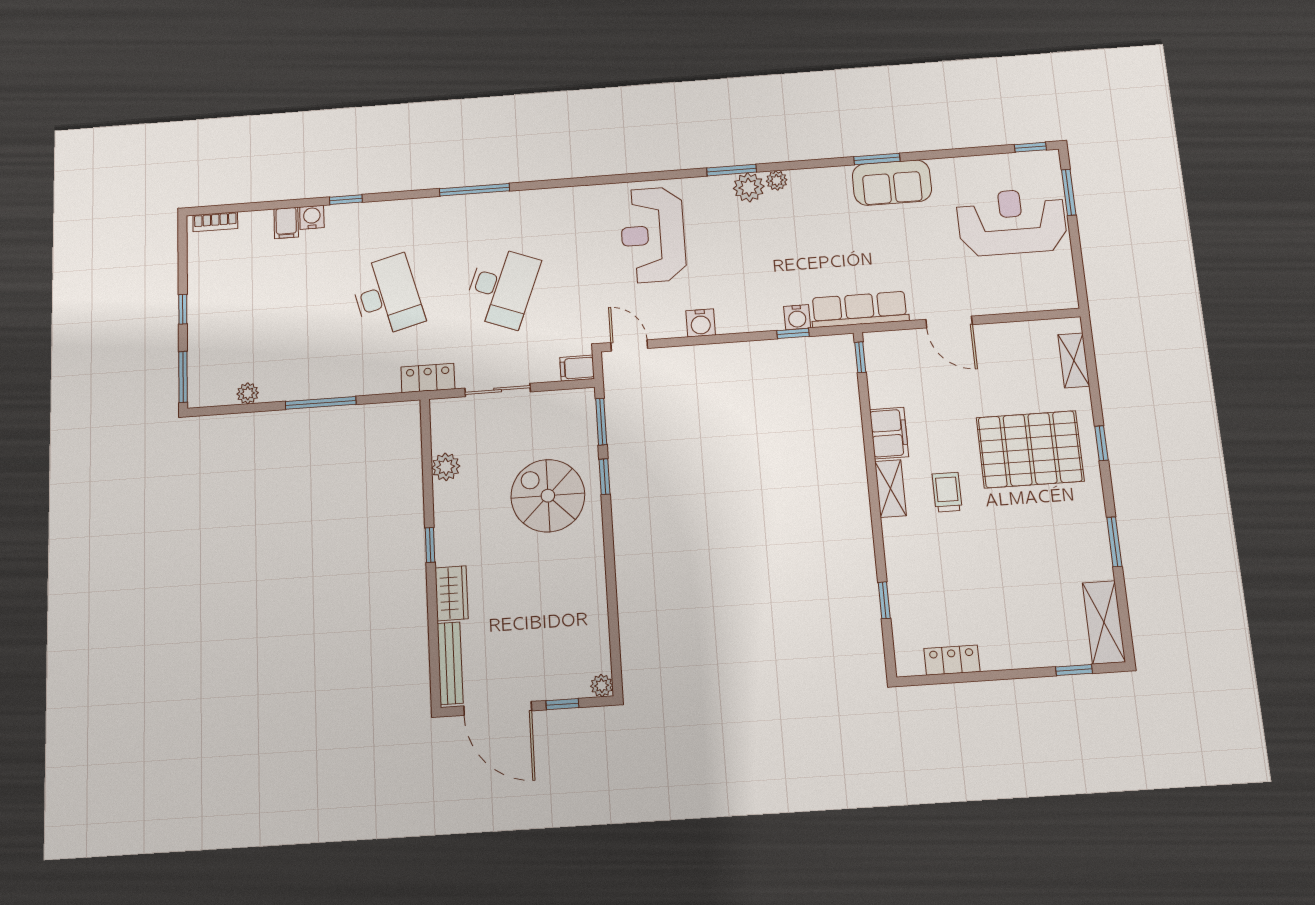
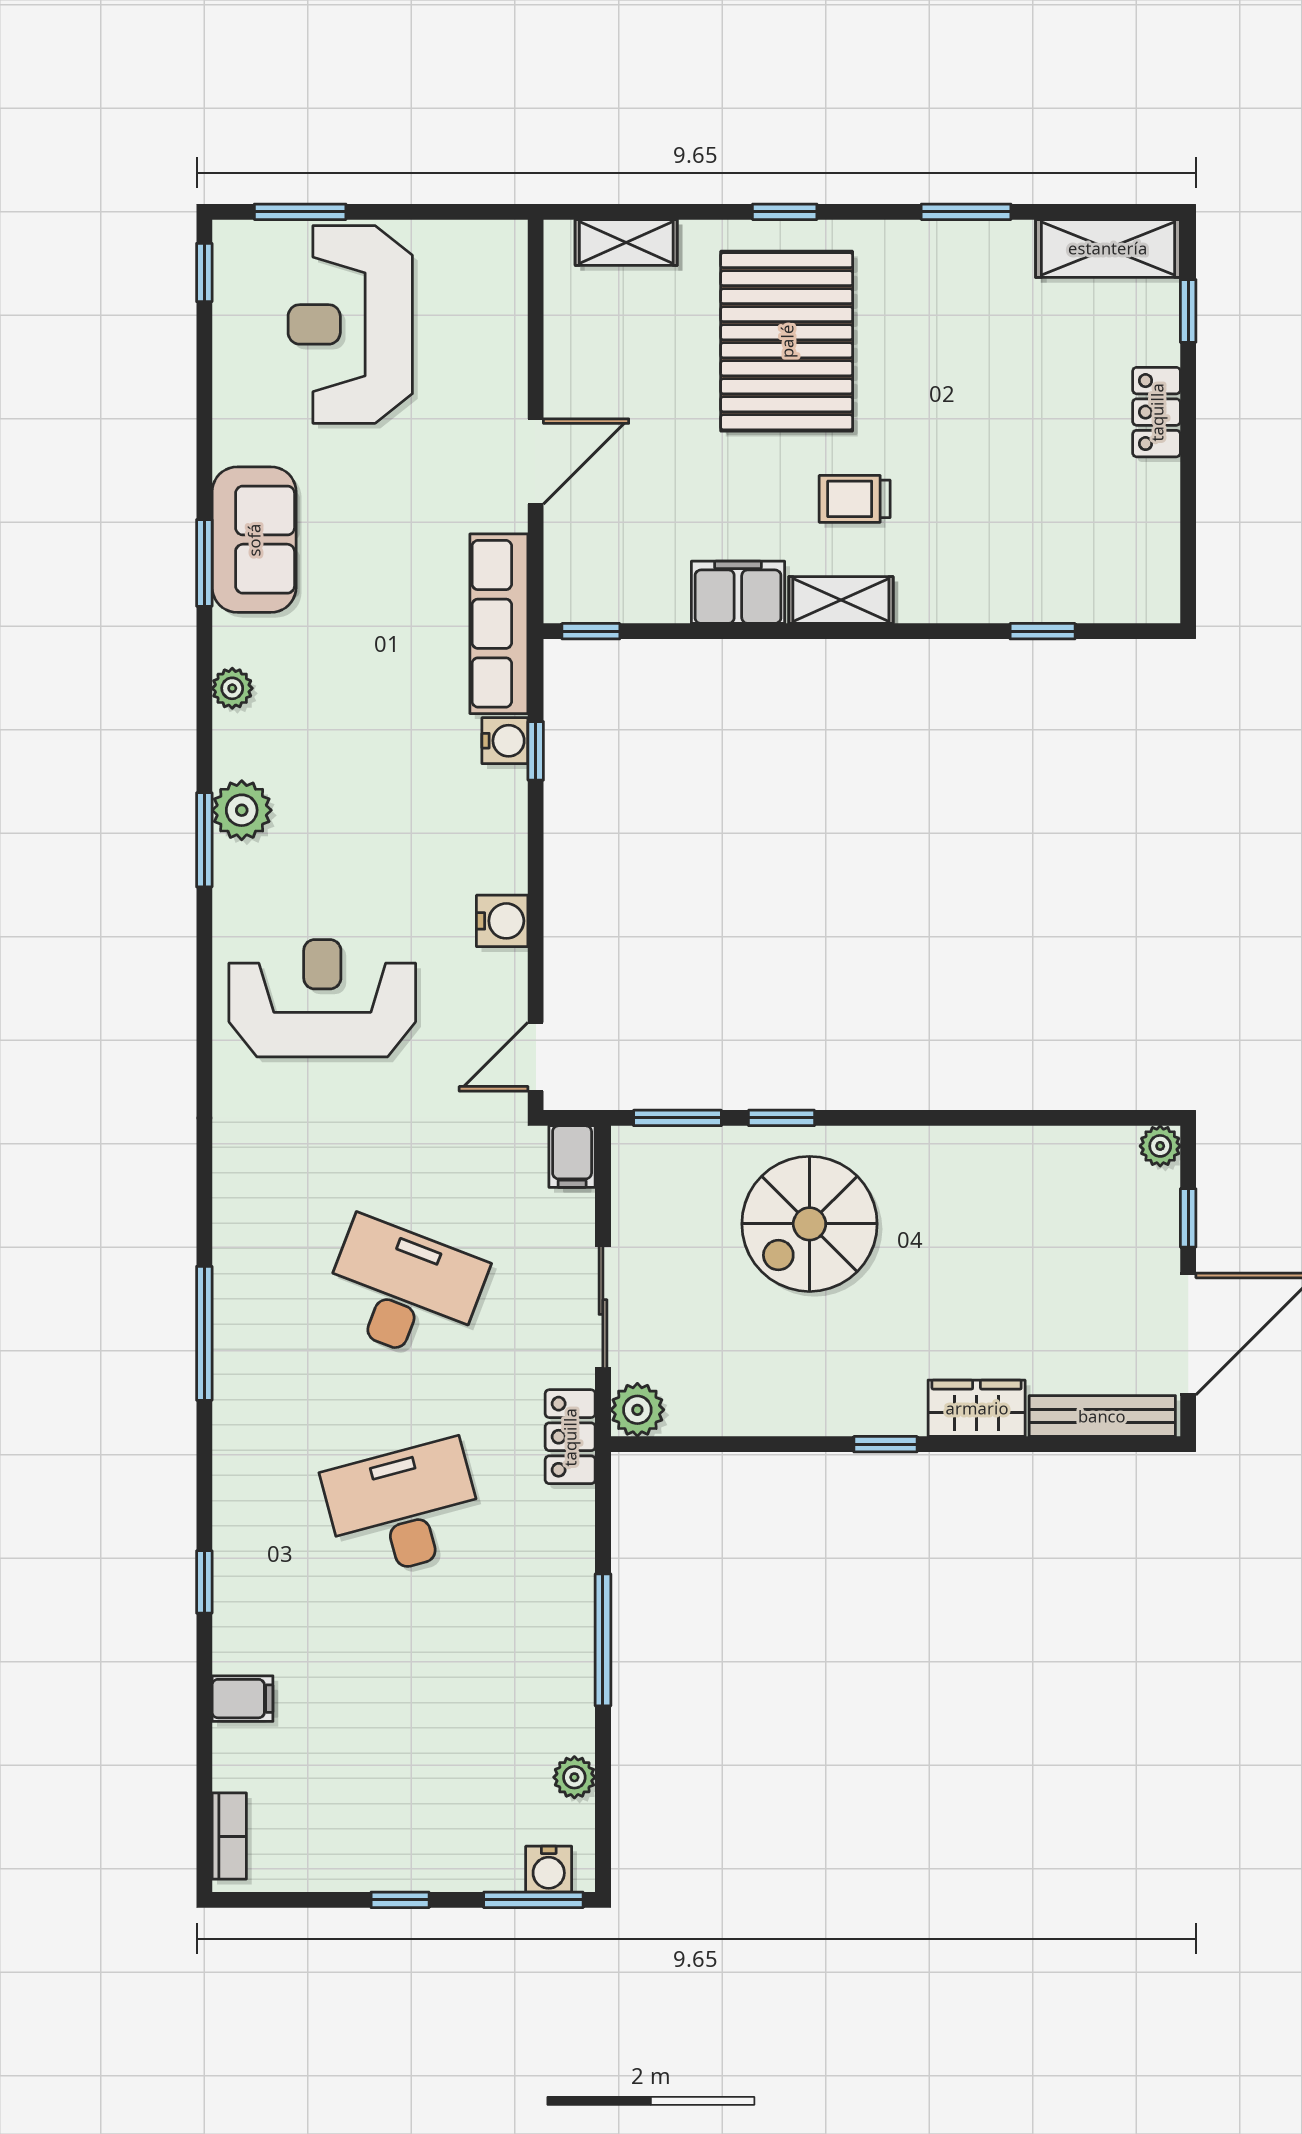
plant: (777, 180) -> (232, 688), moved
water cooler: (312, 217) -> (549, 1869), moved, turned -90
reception desk: (653, 235) -> (322, 998), turned 180
plant: (446, 467) -> (637, 1410), moved
locker: (952, 660) -> (1157, 412), moved

